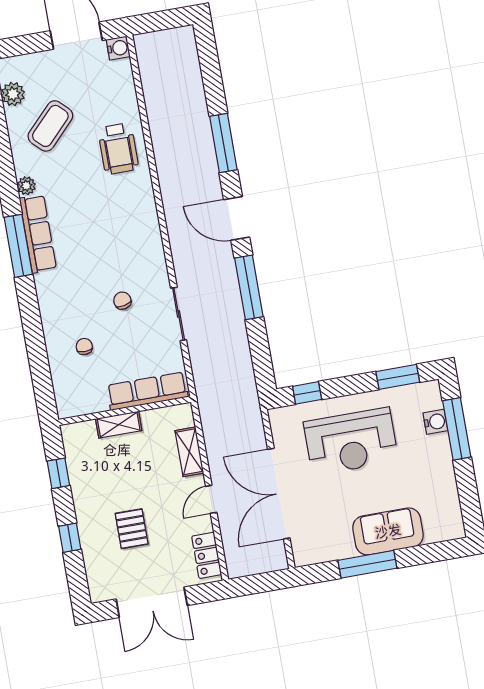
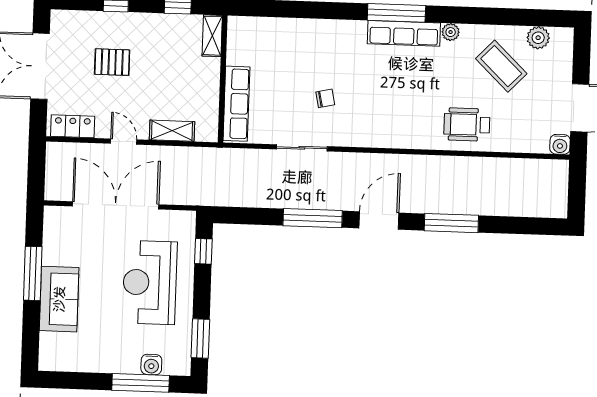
chair: (84, 346) -> (290, 54), removed
shelving: (119, 425) -> (212, 36), moved

